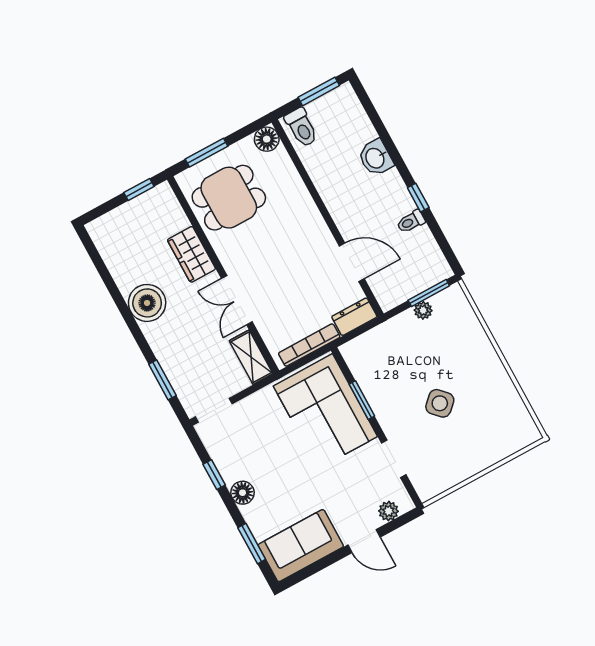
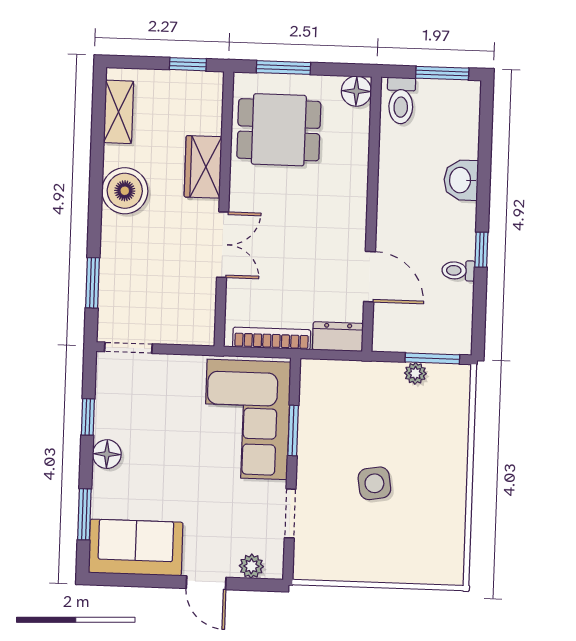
double door: (237, 300) -> (223, 245), swing flipped
shelving: (251, 357) -> (118, 112), moved
side table: (440, 403) -> (374, 483), turned 35

